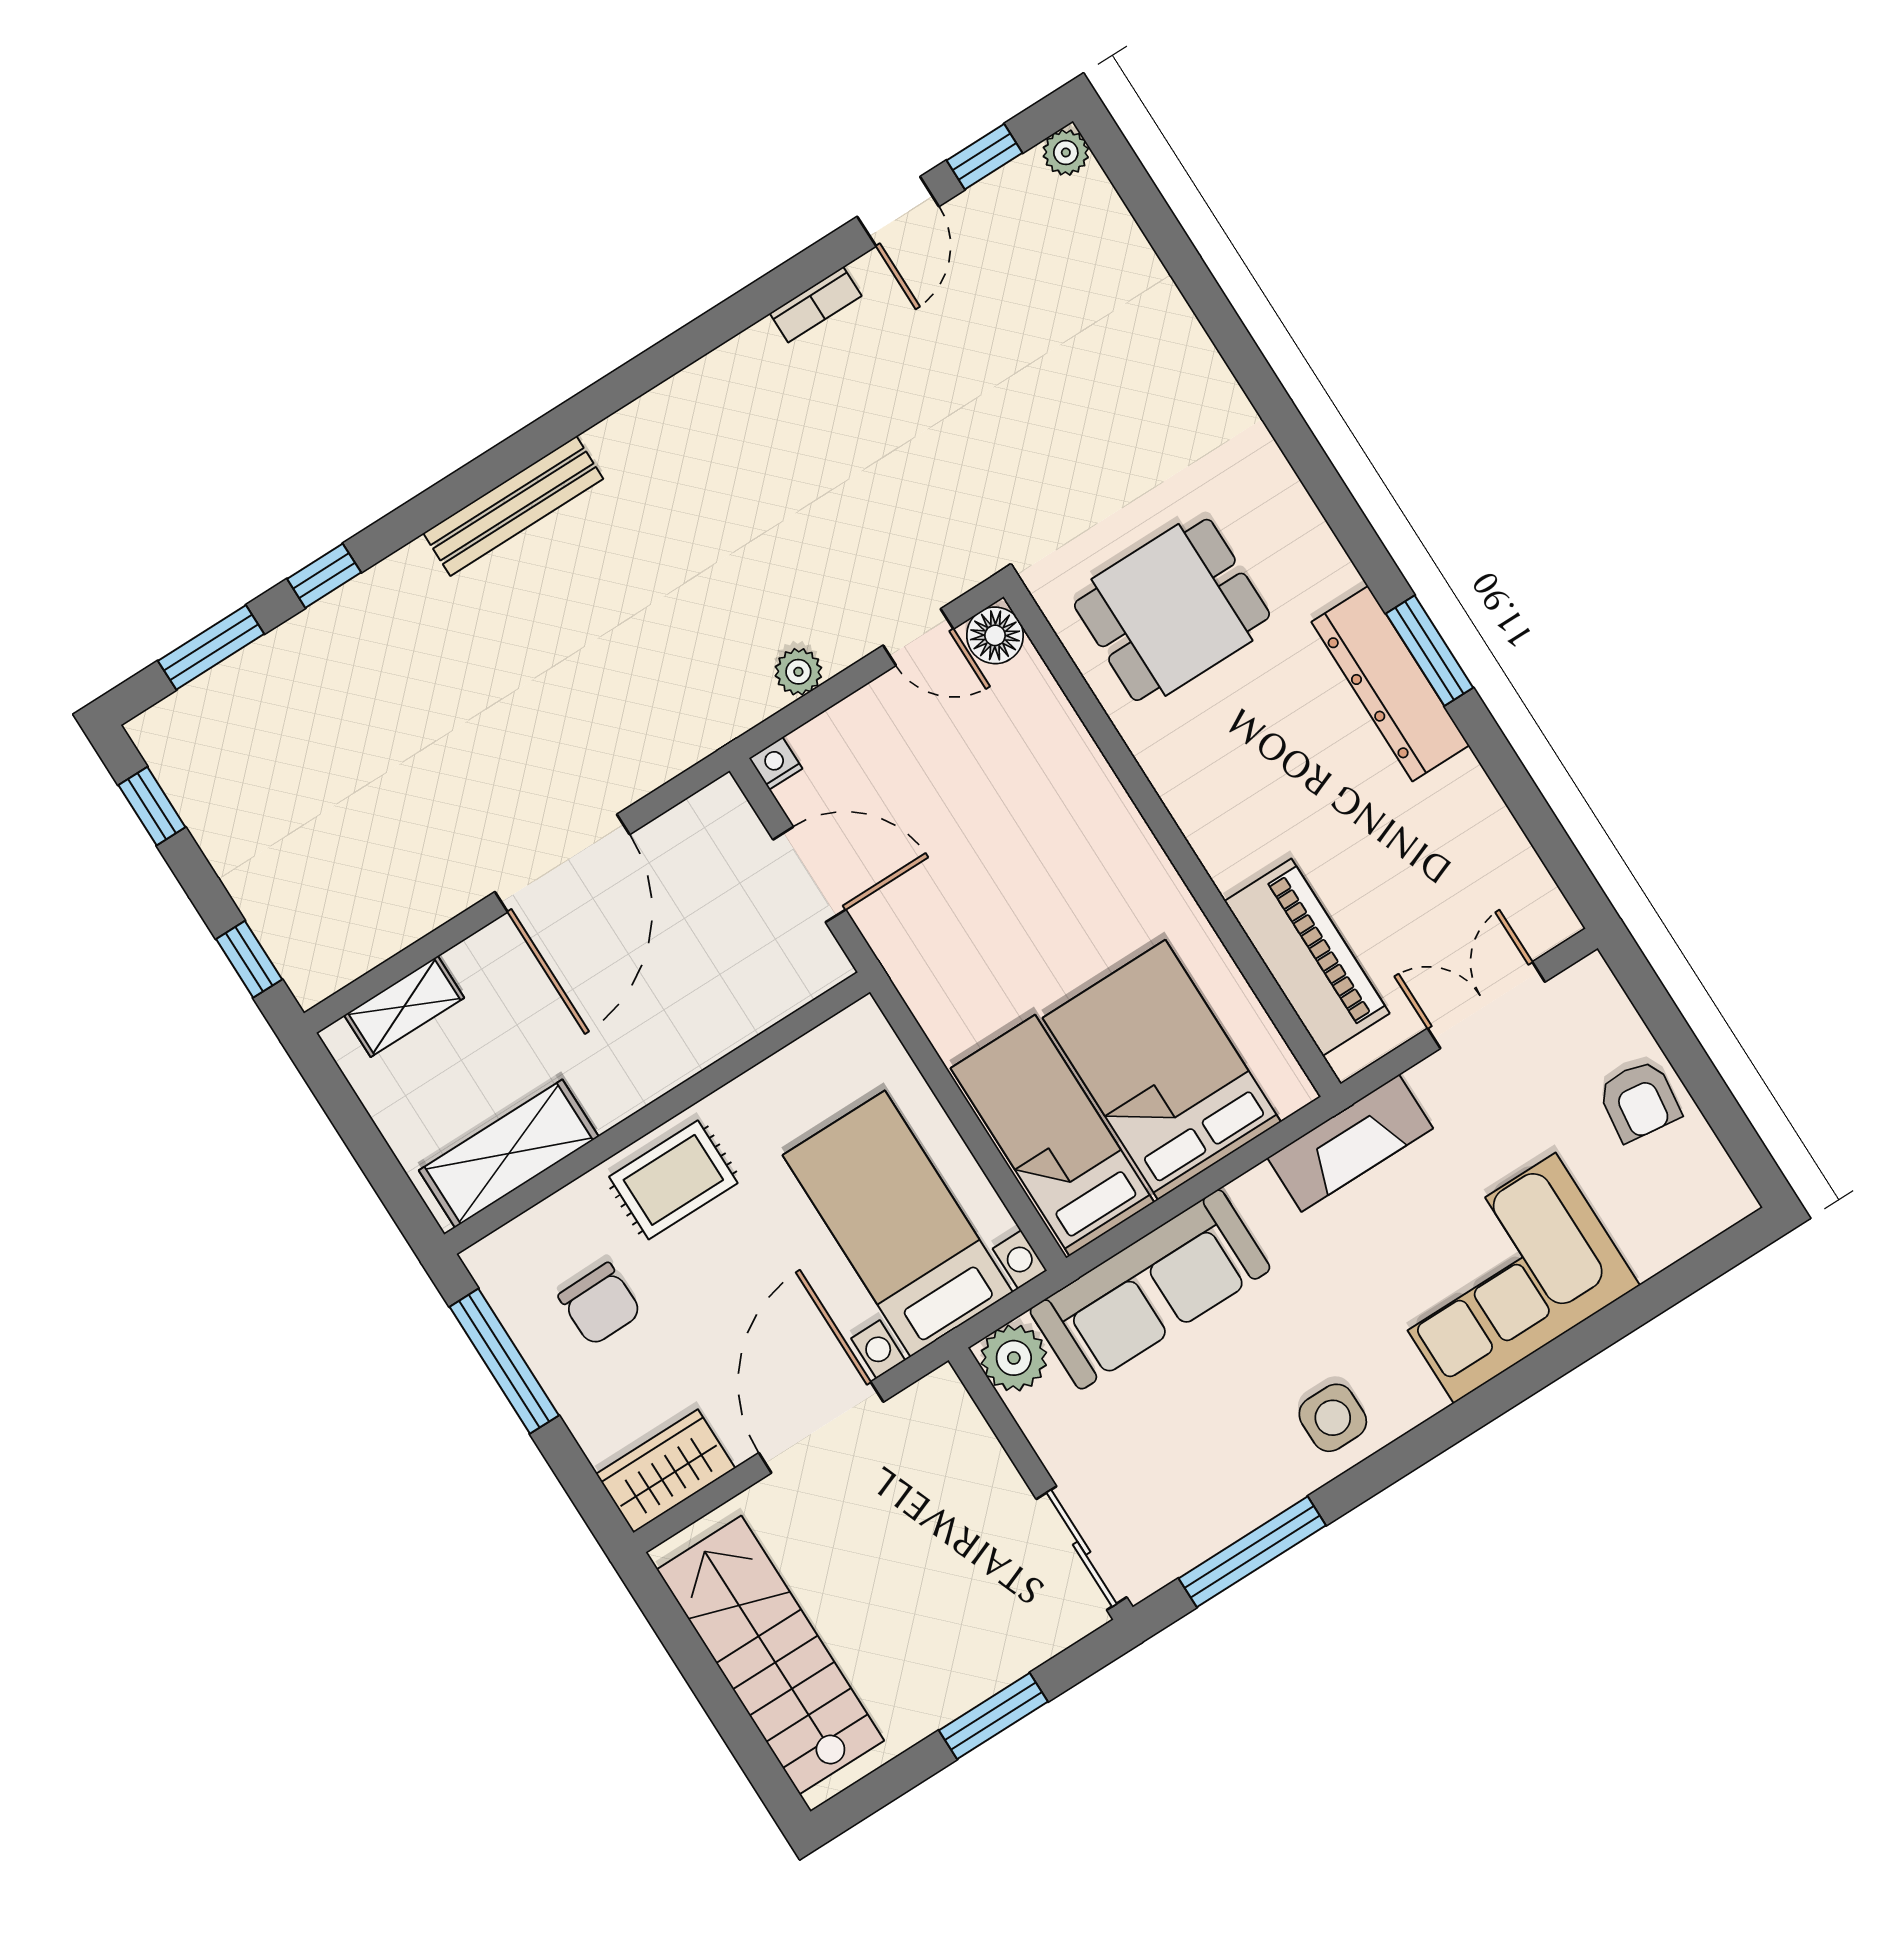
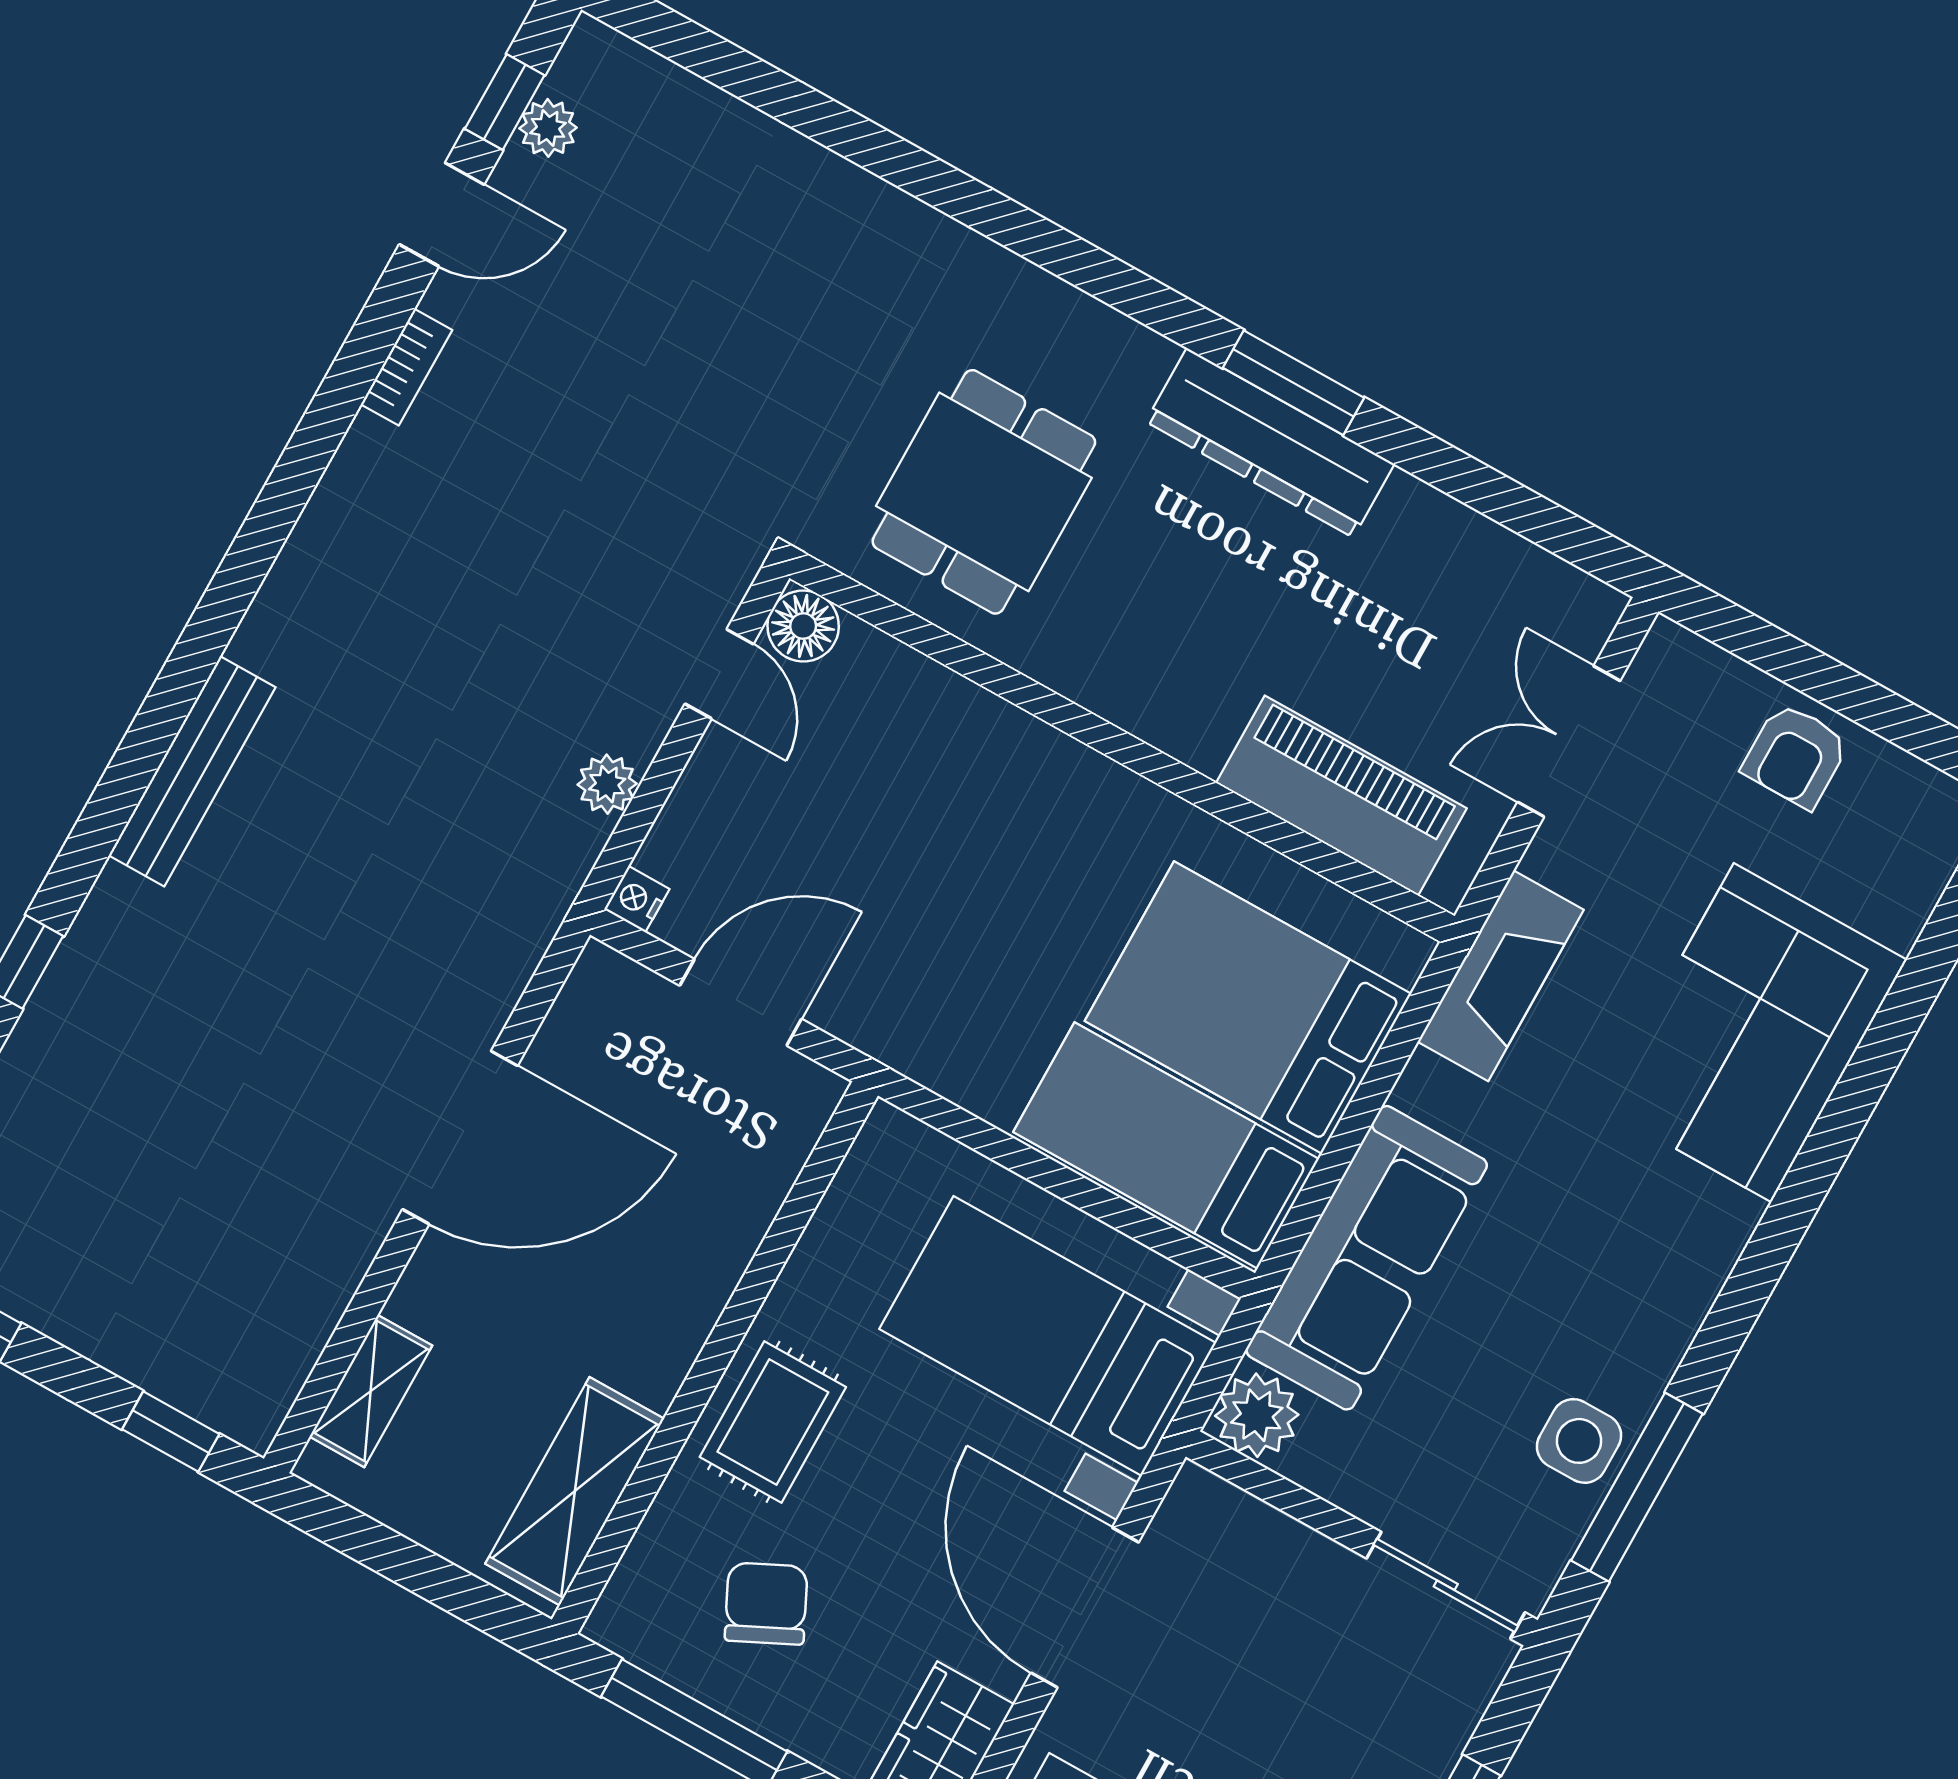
plant: (1066, 152) -> (548, 128), moved
door: (898, 211) -> (442, 214), hinge flipped
door: (918, 637) -> (719, 674), hinge flipped
door: (562, 863) -> (460, 1137), hinge flipped
armchair: (1639, 1101) -> (1795, 756), turned 83
chair: (600, 1304) -> (766, 1604), turned -115
side table: (1333, 1418) -> (1579, 1441), moved

